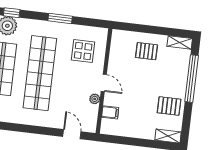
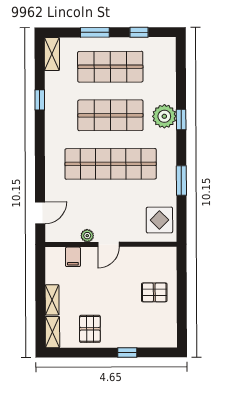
shelving: (180, 42) -> (52, 300), moved
display table: (83, 51) -> (159, 220), moved
pallet: (146, 51) -> (154, 292), turned 90
window: (192, 79) -> (127, 352), width x0.32

